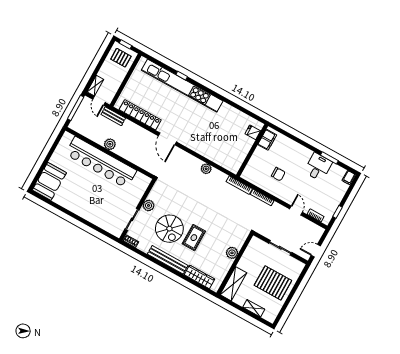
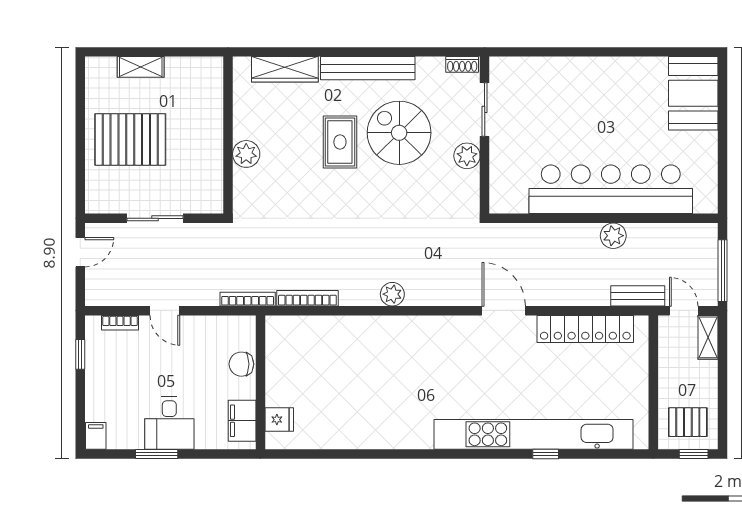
fridge: (253, 132) -> (279, 420), moved
filing cabinet: (267, 140) -> (242, 421), moved
wall: (252, 150) -> (260, 382), moved
shelving: (233, 284) -> (209, 94), removed

